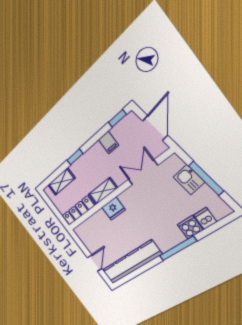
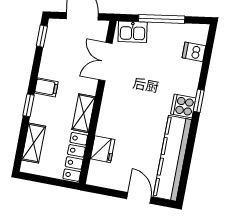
filing cabinet: (108, 142) -> (46, 87), moved
kitchen sink: (189, 180) -> (133, 32), moved
fridge: (114, 209) -> (103, 149), moved
cooker: (190, 227) -> (183, 106), moved
window: (178, 249) -> (199, 101), width x0.46

